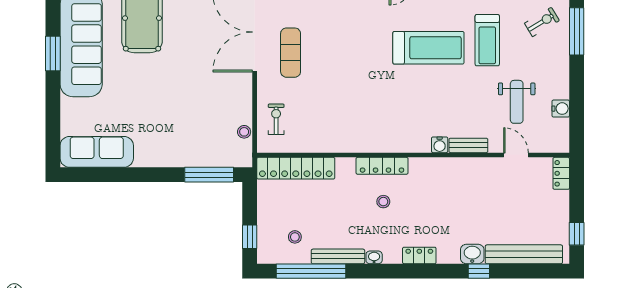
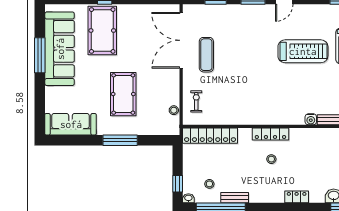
window: (53, 53) -> (40, 55), width x1.44
pool table: (172, 109) -> (123, 94), added
window: (209, 175) -> (120, 140), moved
bench: (338, 256) -> (235, 198), width x0.73
washbasin: (374, 257) -> (188, 198), moved

